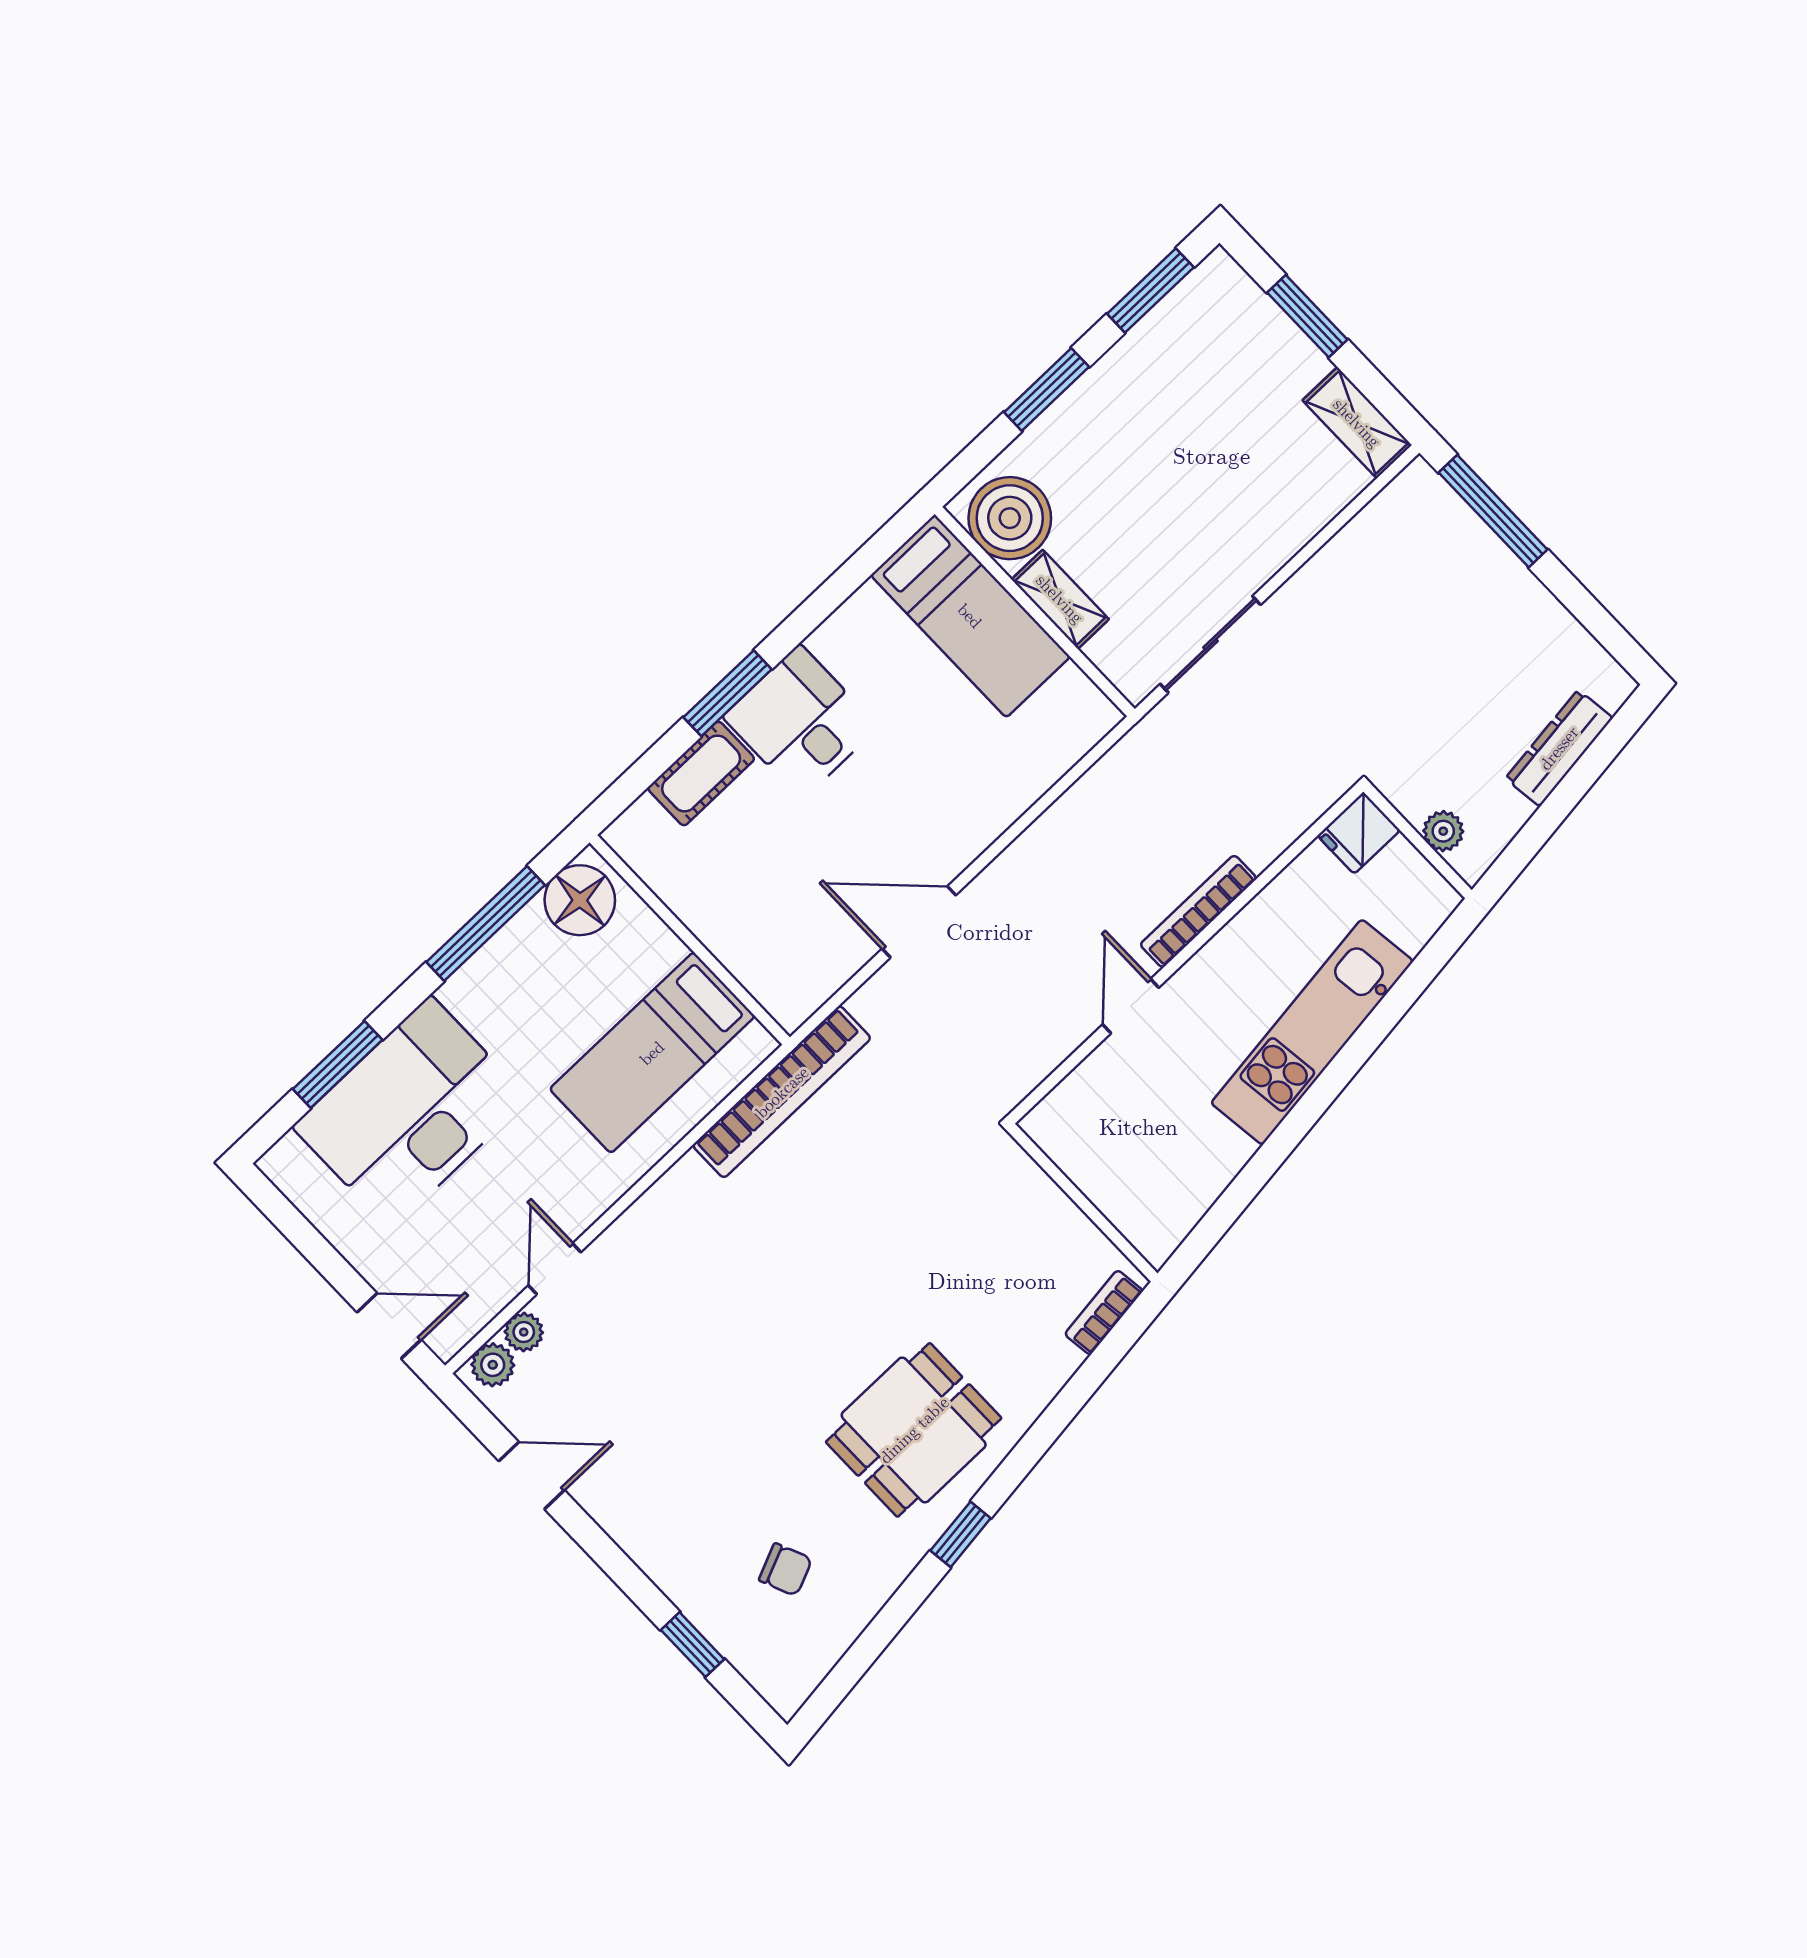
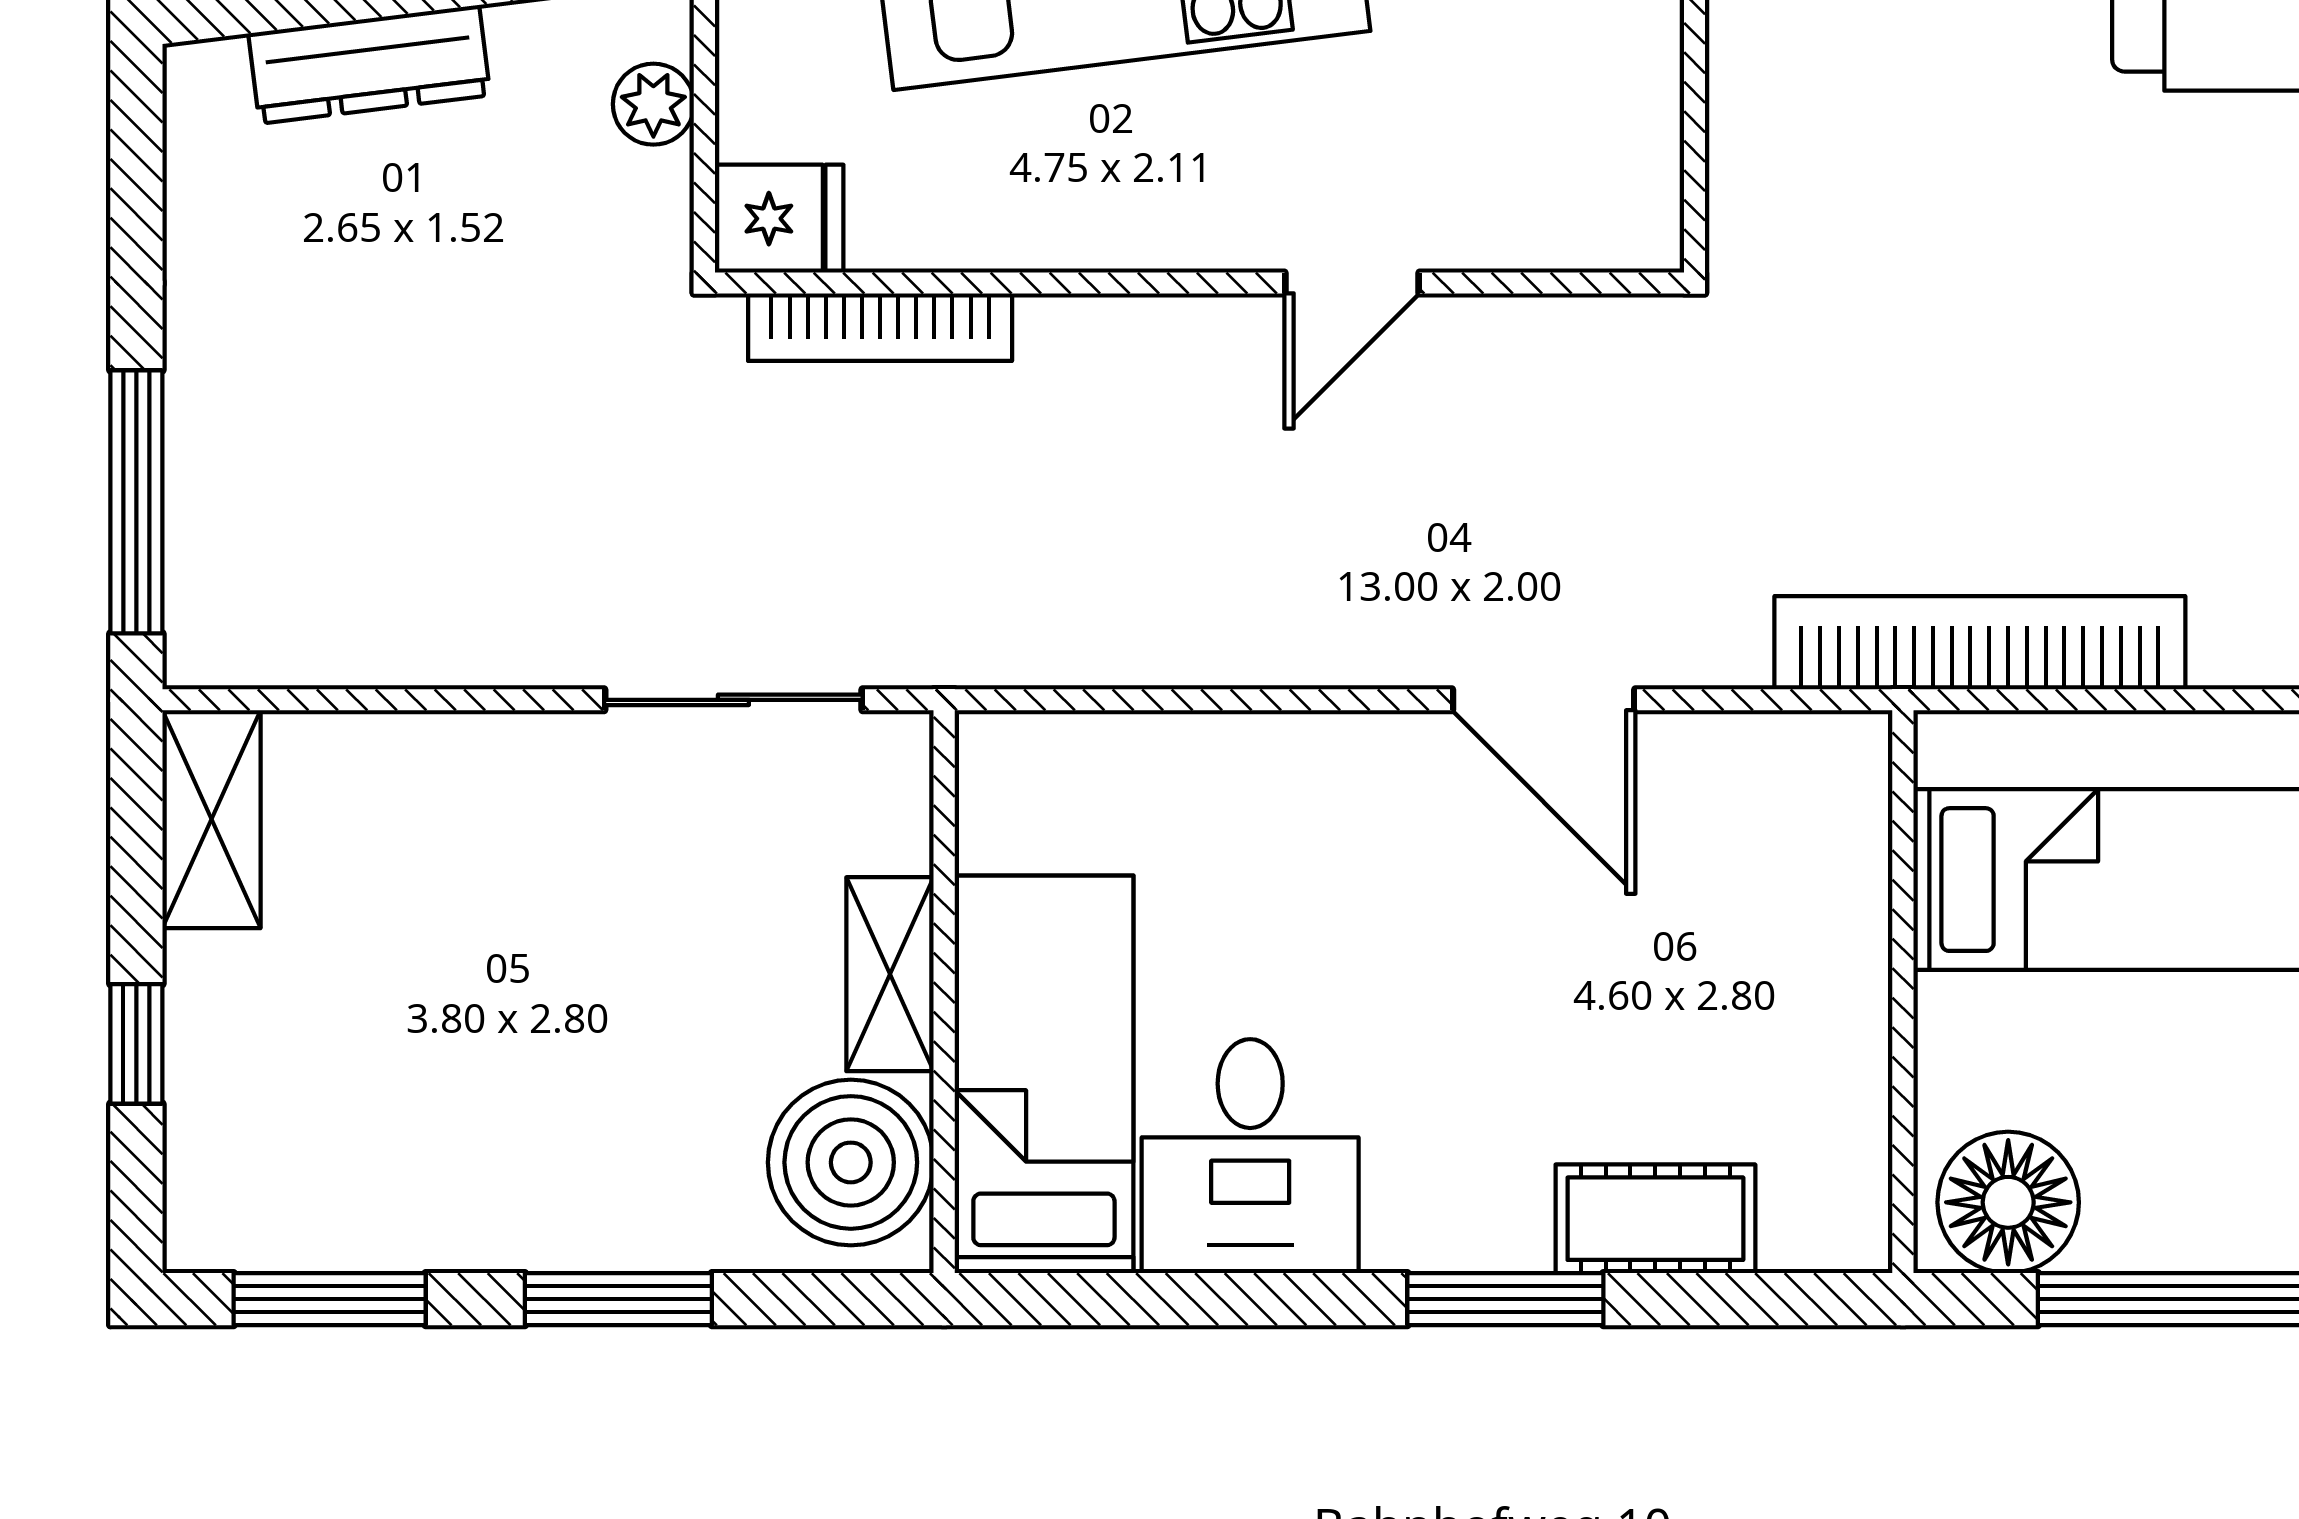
window: (1307, 316) -> (136, 1044), width x0.67
desk: (800, 722) -> (1250, 1156), moved
bookcase: (1198, 911) -> (880, 327), moved

